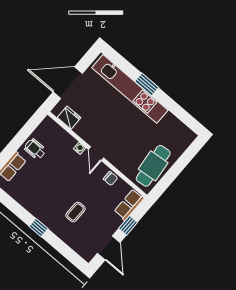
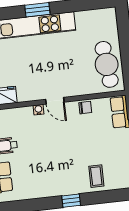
coffee table: (76, 212) -> (96, 176), moved

